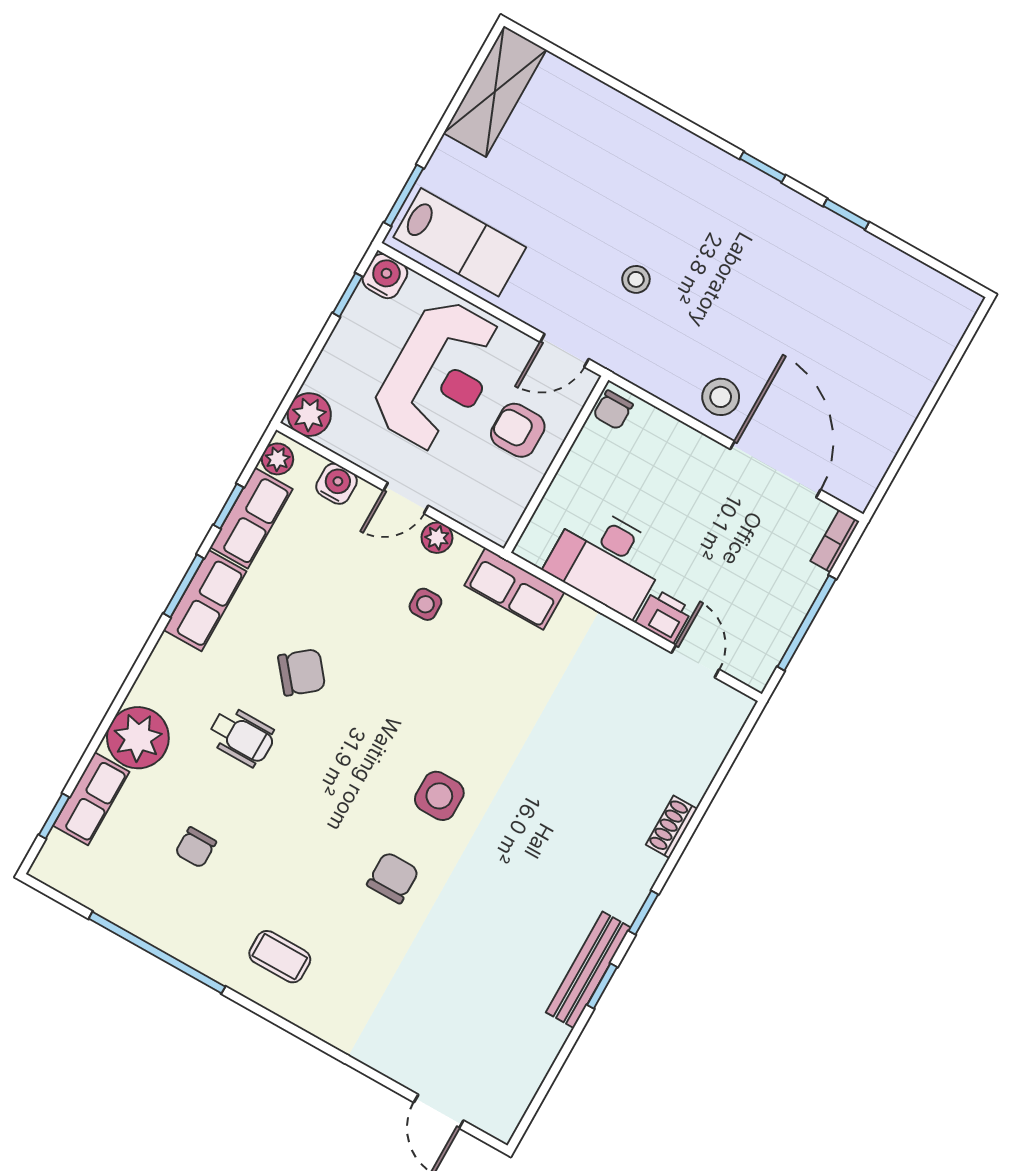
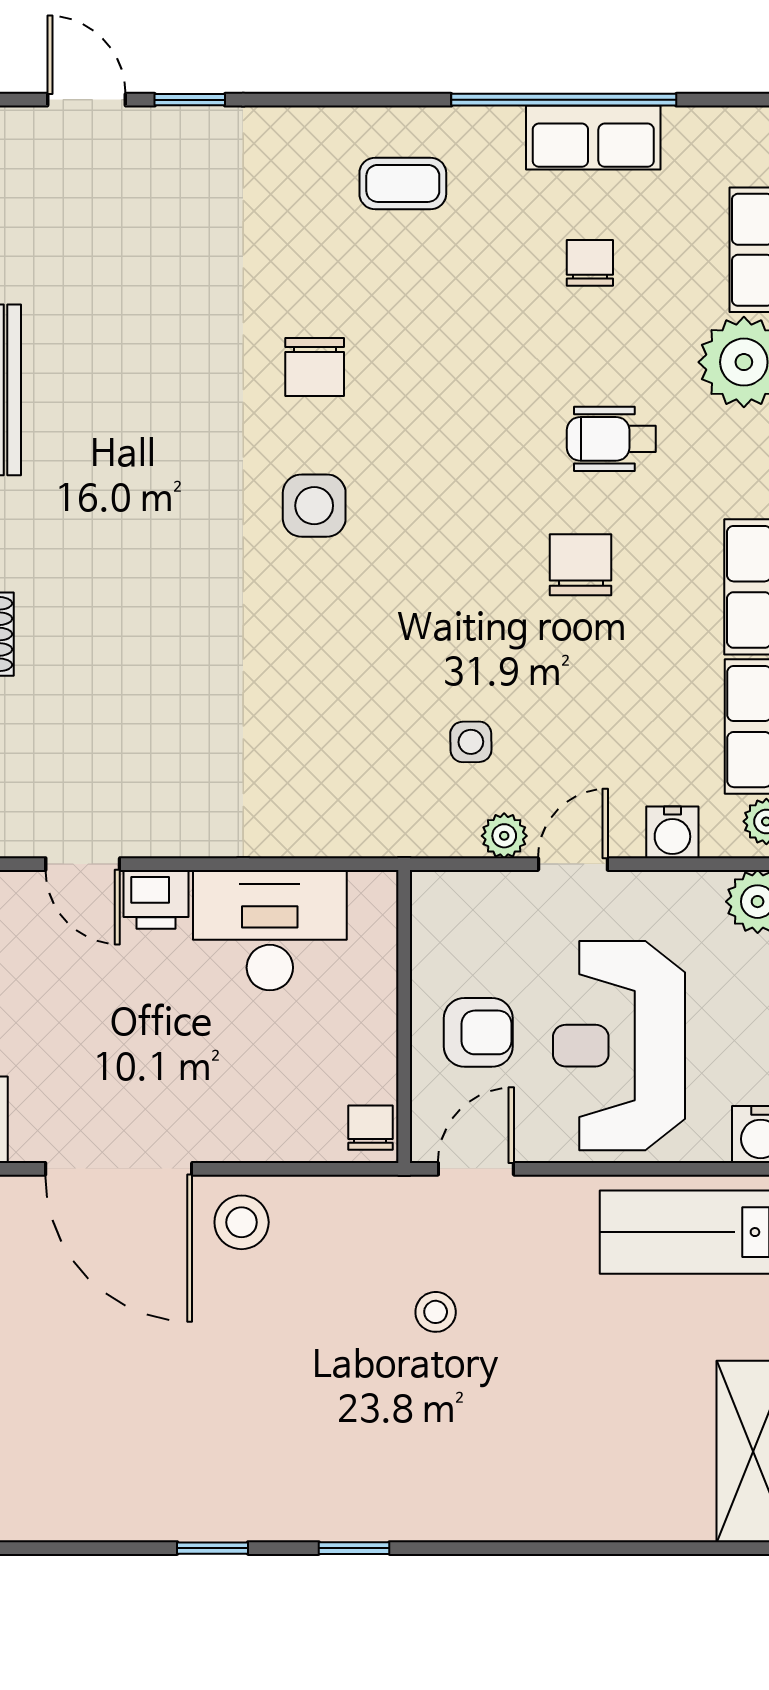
row of seats: (514, 589) -> (593, 137), moved, turned 180
chair: (302, 672) -> (581, 565), turned 129
window: (378, 1077) -> (190, 100), added

